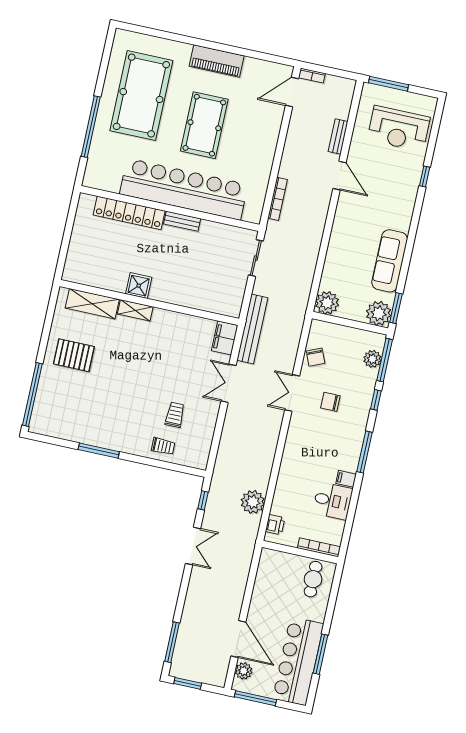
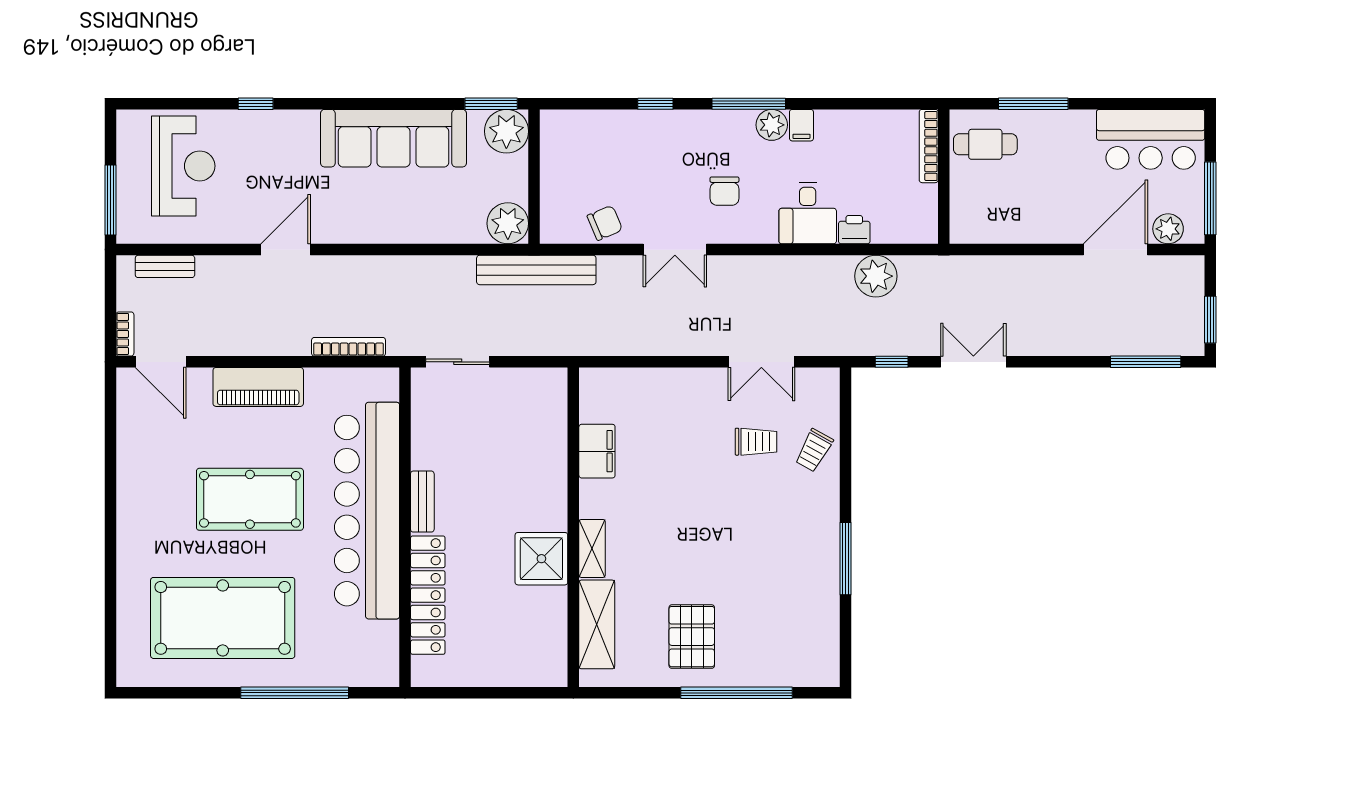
piano: (217, 61) -> (258, 387), moved, turned 90
bench: (338, 137) -> (165, 266), moved
sofa: (390, 261) -> (394, 138), width x1.36, depth x1.27
shower: (139, 286) -> (541, 559), width x1.36, depth x1.36
bench: (252, 329) -> (536, 270), moved
filing cabinet: (225, 338) -> (597, 451), moved, turned -90
plant: (372, 359) -> (772, 125), moved
window: (385, 360) -> (584, 104), removed
double door: (229, 383) -> (761, 362), moved
window: (32, 394) -> (736, 693), moved
chair: (330, 402) -> (724, 191), moved
trolley: (175, 415) -> (756, 442), turned 180
trolley: (163, 446) -> (814, 450), turned -151
desk: (333, 501) -> (808, 213), moved, turned 180
printer: (275, 525) -> (854, 230), moved
window: (320, 654) -> (1033, 104), moved
bar counter: (298, 661) -> (1151, 139), width x0.73

